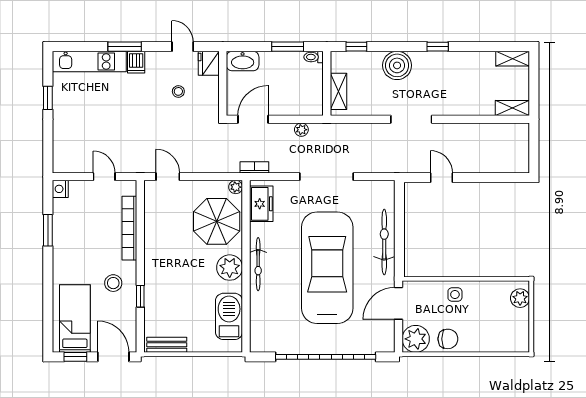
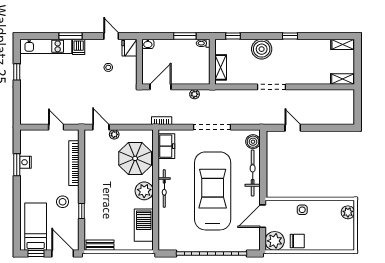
washbasin: (243, 61) -> (148, 44), width x0.52, depth x0.69
plant: (236, 187) -> (114, 134), moved
nightstand: (60, 189) -> (25, 162), moved
boiler: (385, 197) -> (253, 142), added

